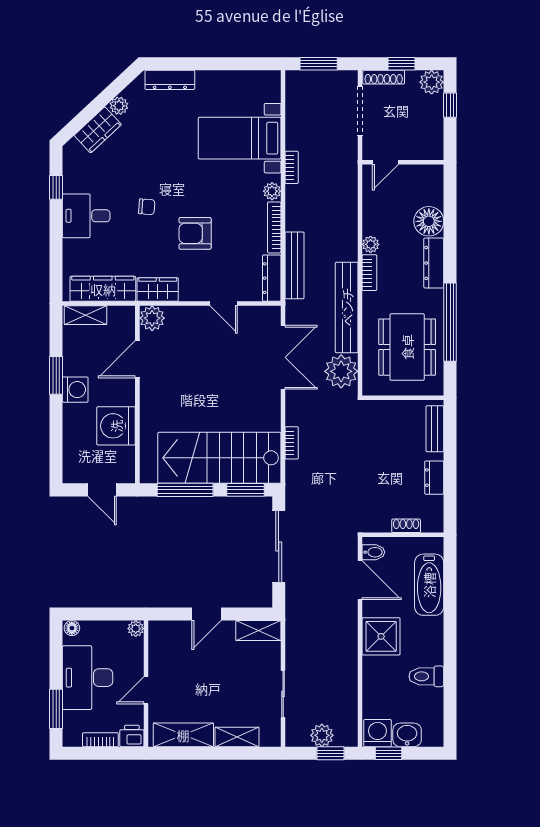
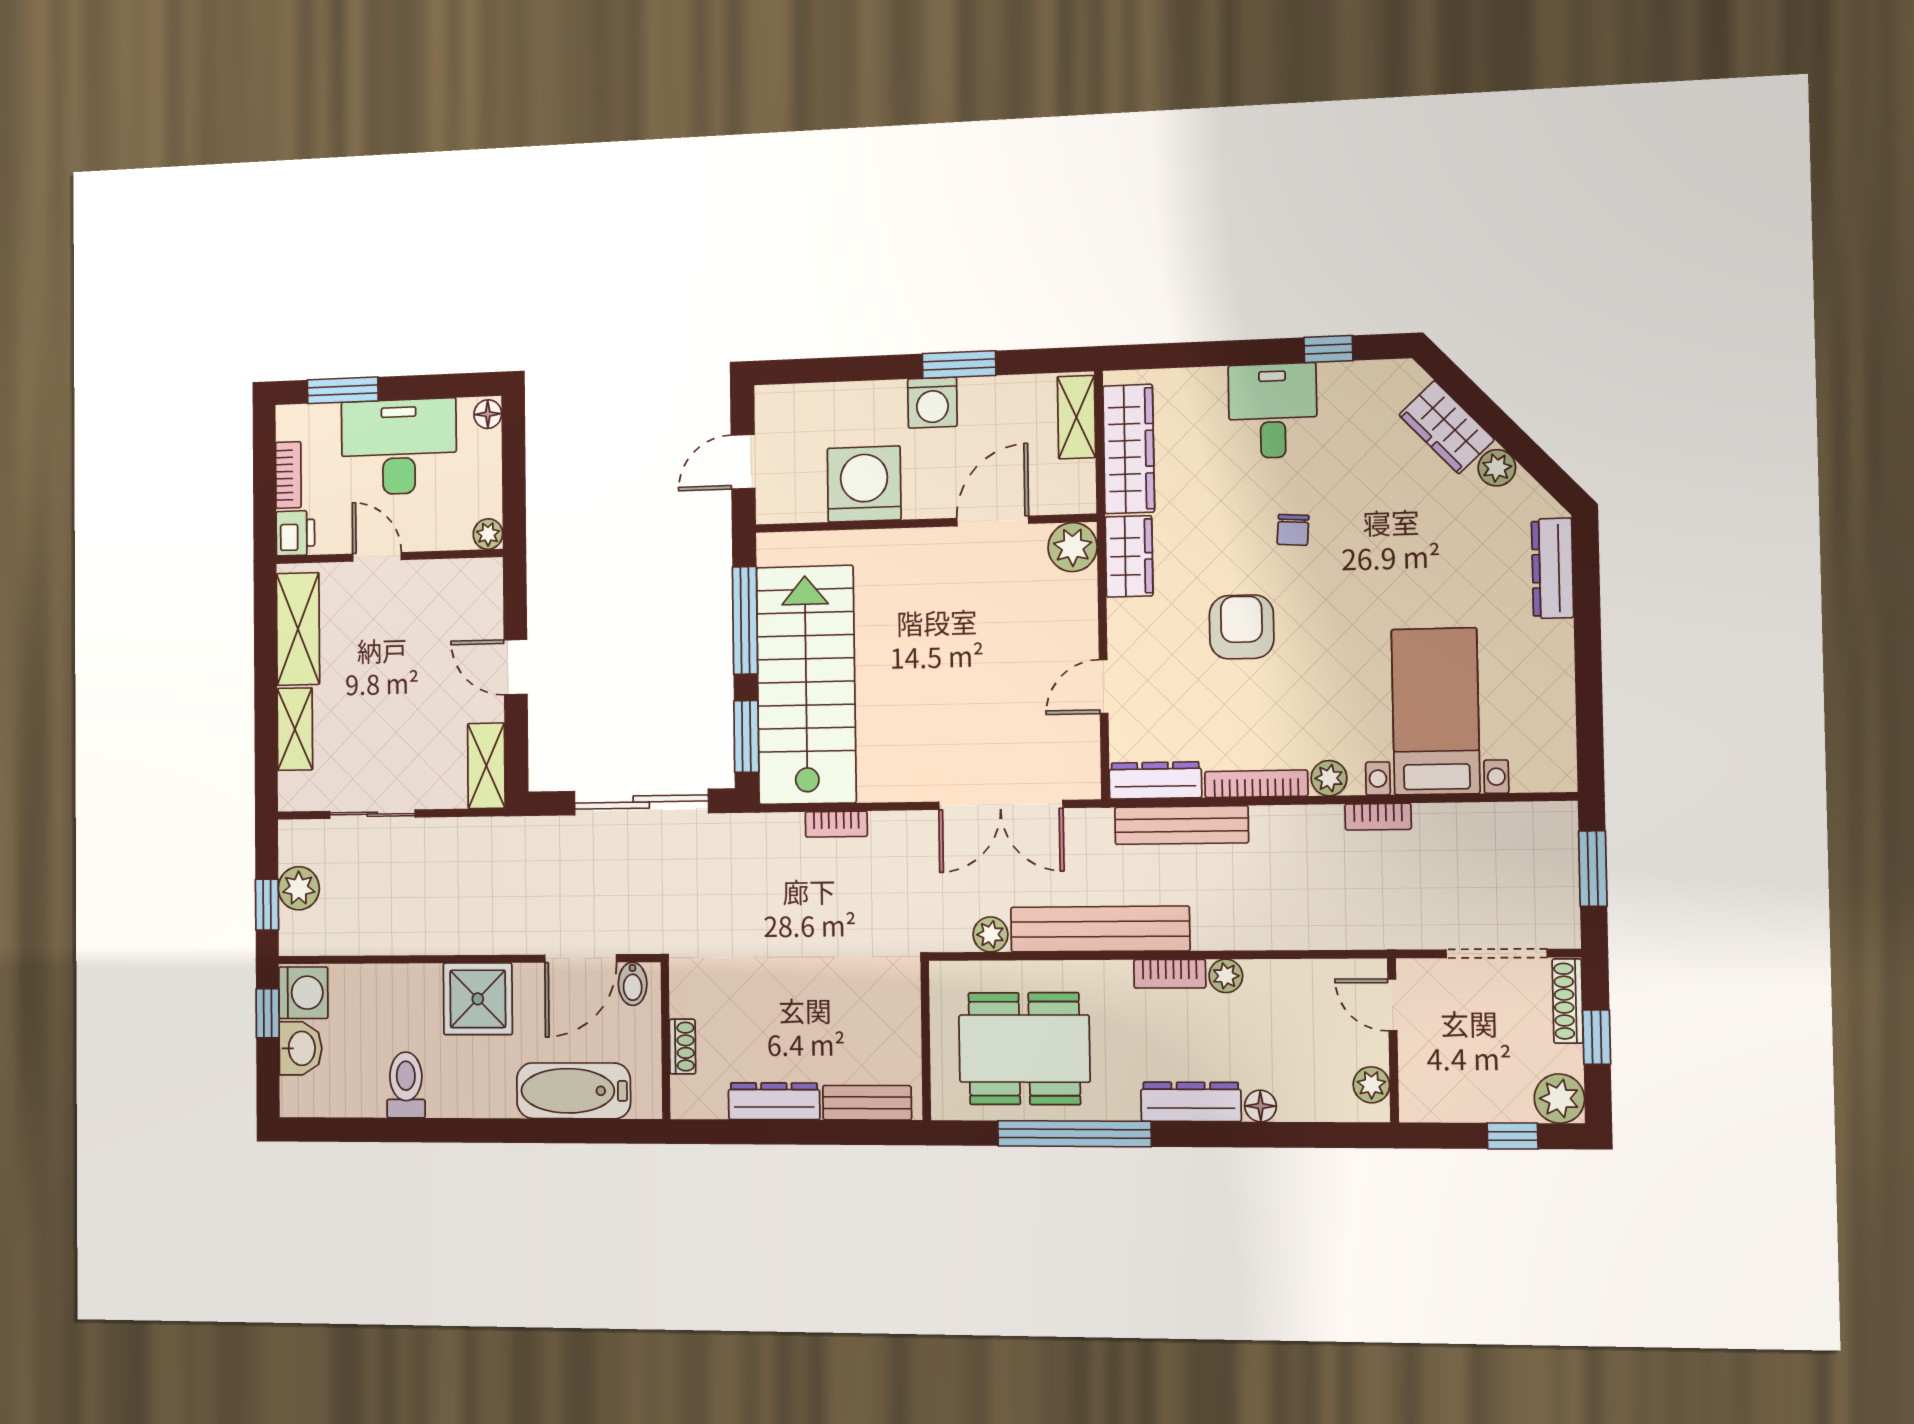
plant: (425, 173) -> (1371, 1085), added
floor lamp: (429, 221) -> (1260, 1106), width x0.53, depth x0.53
door: (137, 359) -> (993, 521), hinge flipped
plant: (341, 371) -> (990, 934), width x0.53, depth x0.53
dresser: (434, 478) -> (774, 1101), width x1.44

